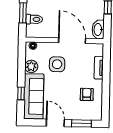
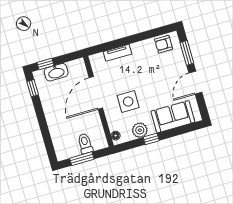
washbasin: (98, 30) -> (56, 72), moved
window: (21, 93) -> (151, 139), moved
armchair: (87, 94) -> (164, 44), moved
sofa: (34, 96) -> (173, 117), width x0.73

